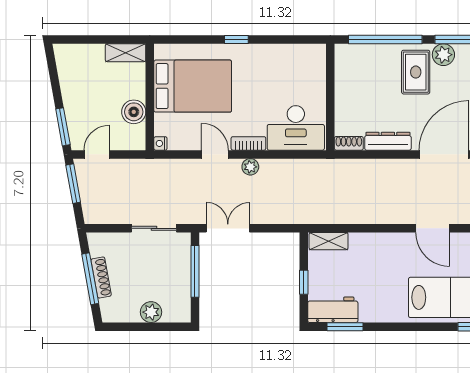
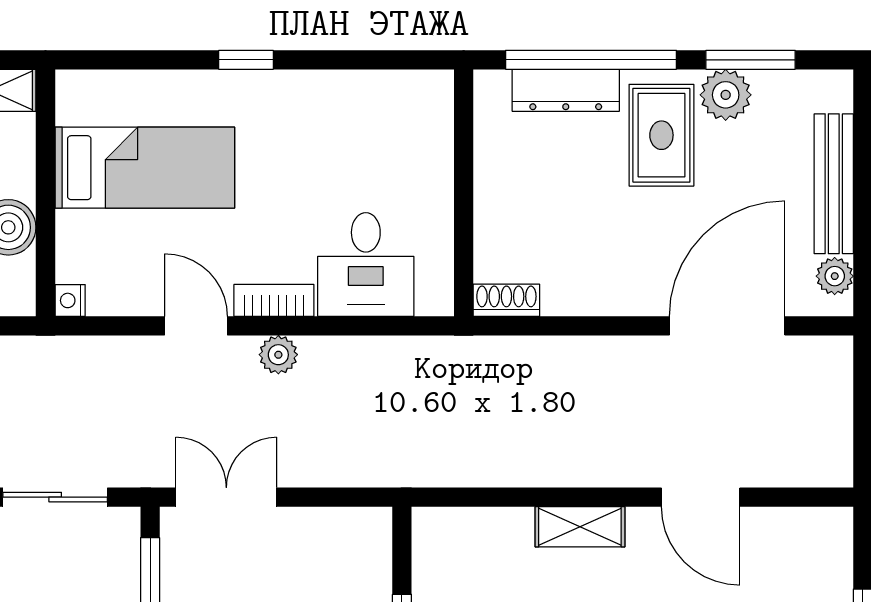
bed: (193, 86) -> (145, 168), width x0.67
desk: (296, 128) -> (366, 265), width x0.73
dresser: (388, 141) -> (566, 90), moved, turned 180
shelving: (329, 241) -> (580, 527), moved

